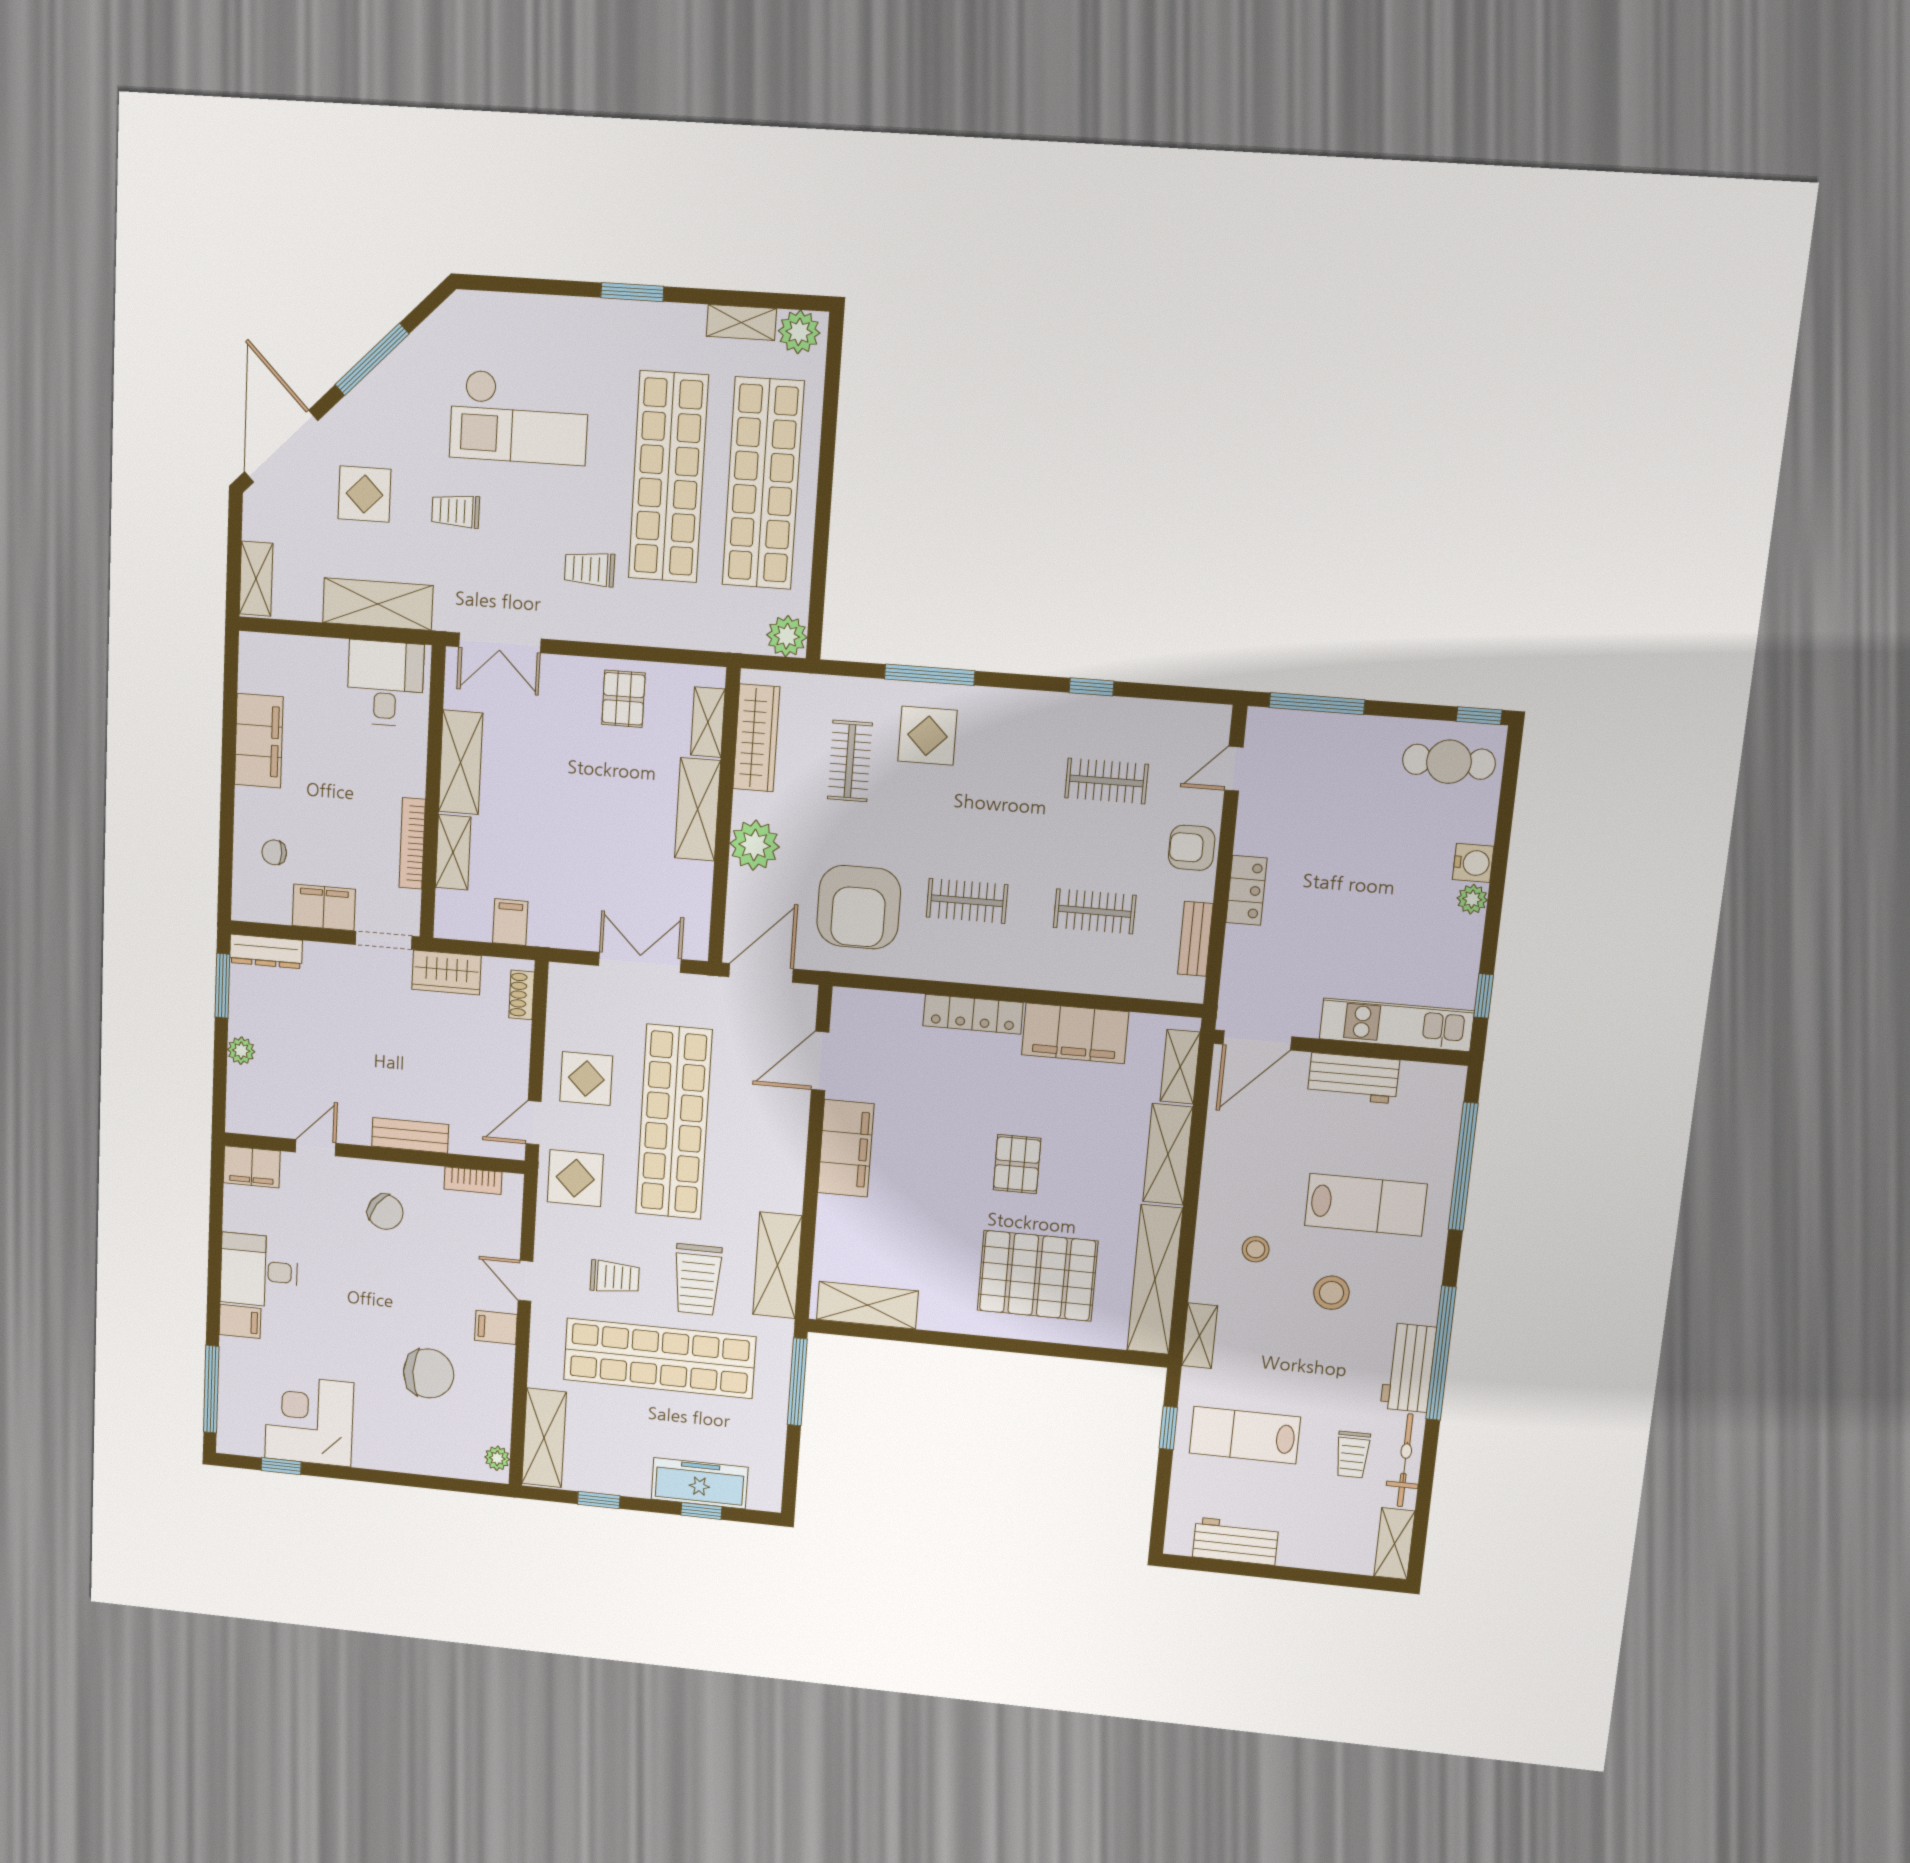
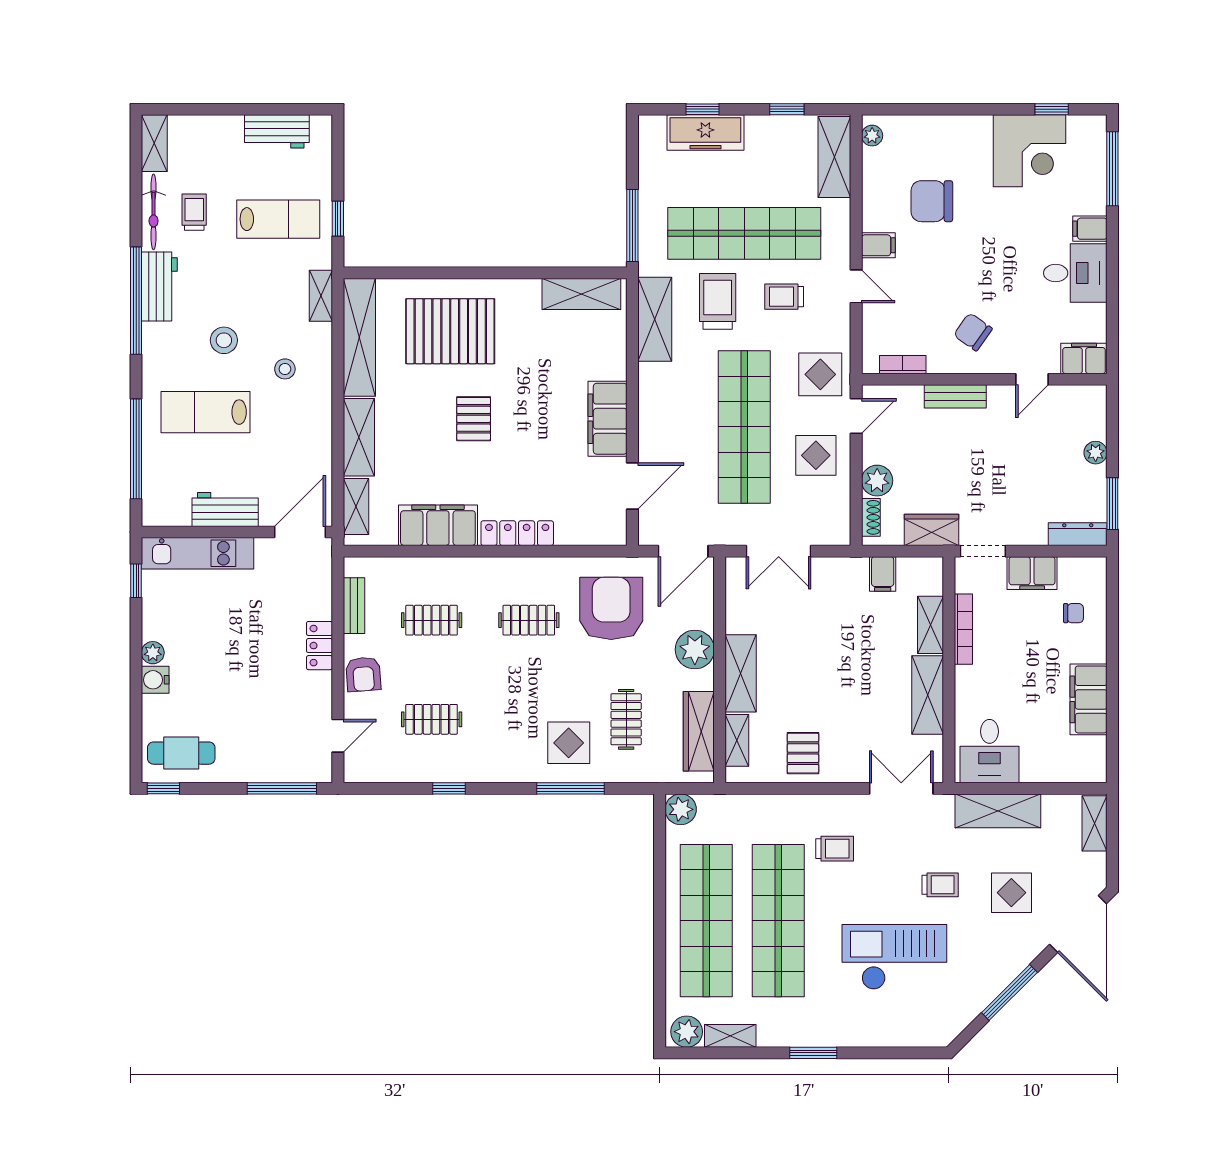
armchair: (1192, 848) -> (363, 674), turned 86
plant: (511, 1040) -> (877, 481), added

